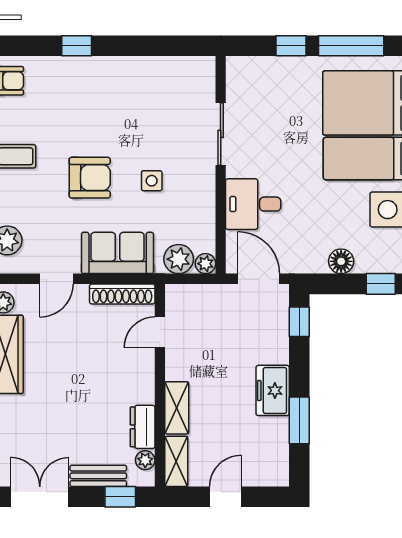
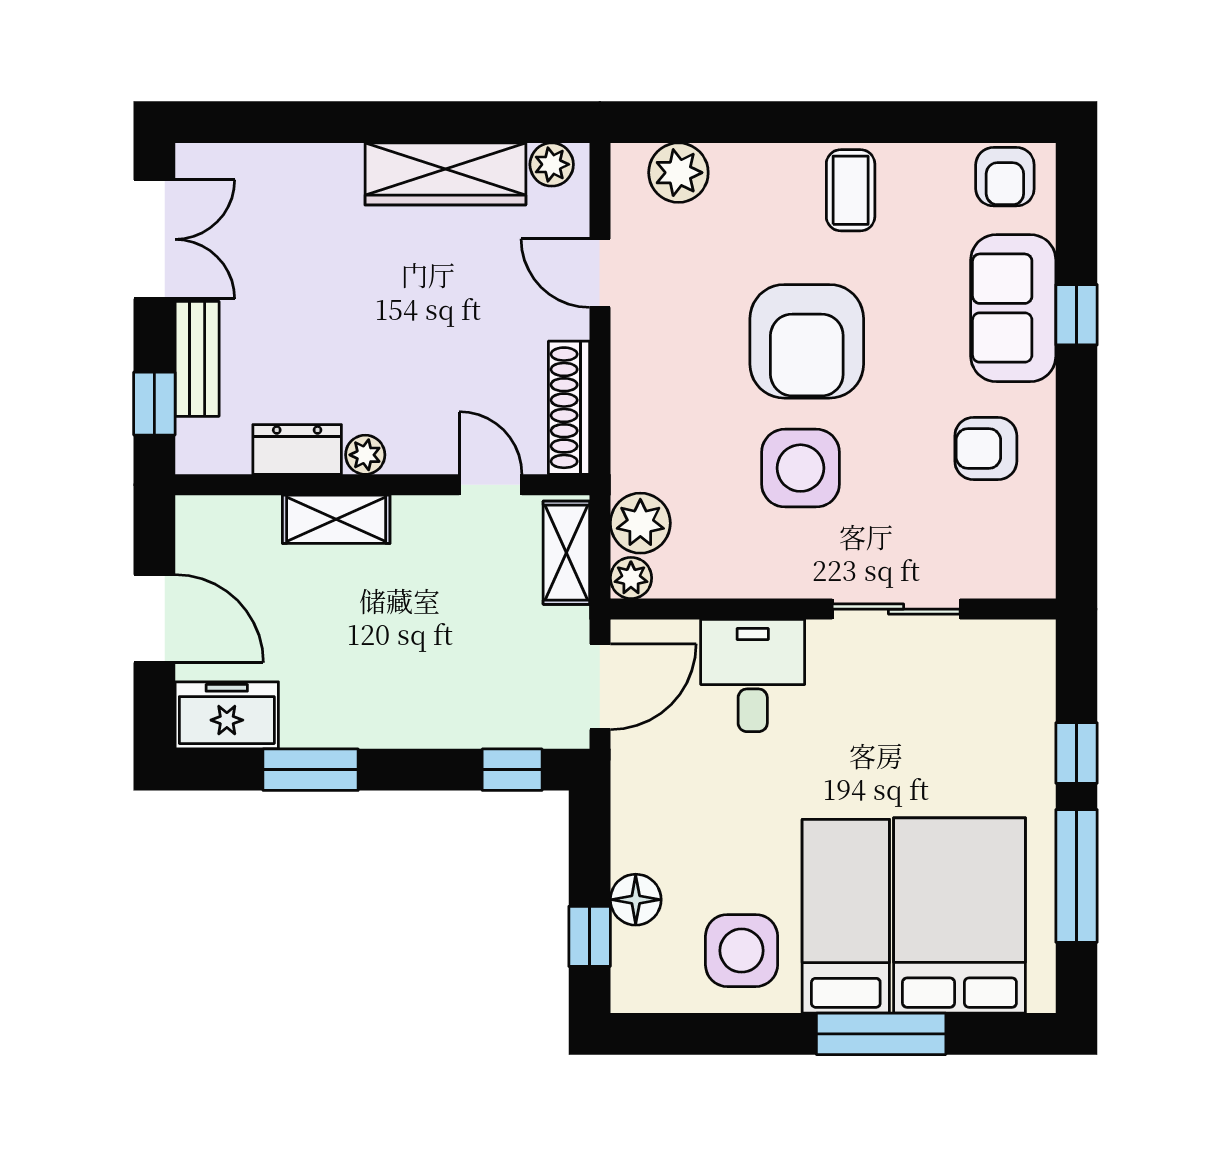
armchair: (142, 90) -> (986, 449), added
armchair: (90, 178) -> (807, 341), width x1.36, depth x1.36
side table: (152, 181) -> (801, 468), width x1.87, depth x1.87
sofa: (118, 253) -> (1013, 308), moved, turned 180
floor lamp: (341, 261) -> (636, 900), moved
freezer: (273, 390) -> (227, 715), moved
plant: (145, 460) -> (365, 455), moved
shelving: (176, 461) -> (566, 553), moved, turned 90
door: (225, 497) -> (154, 619), width x1.38

